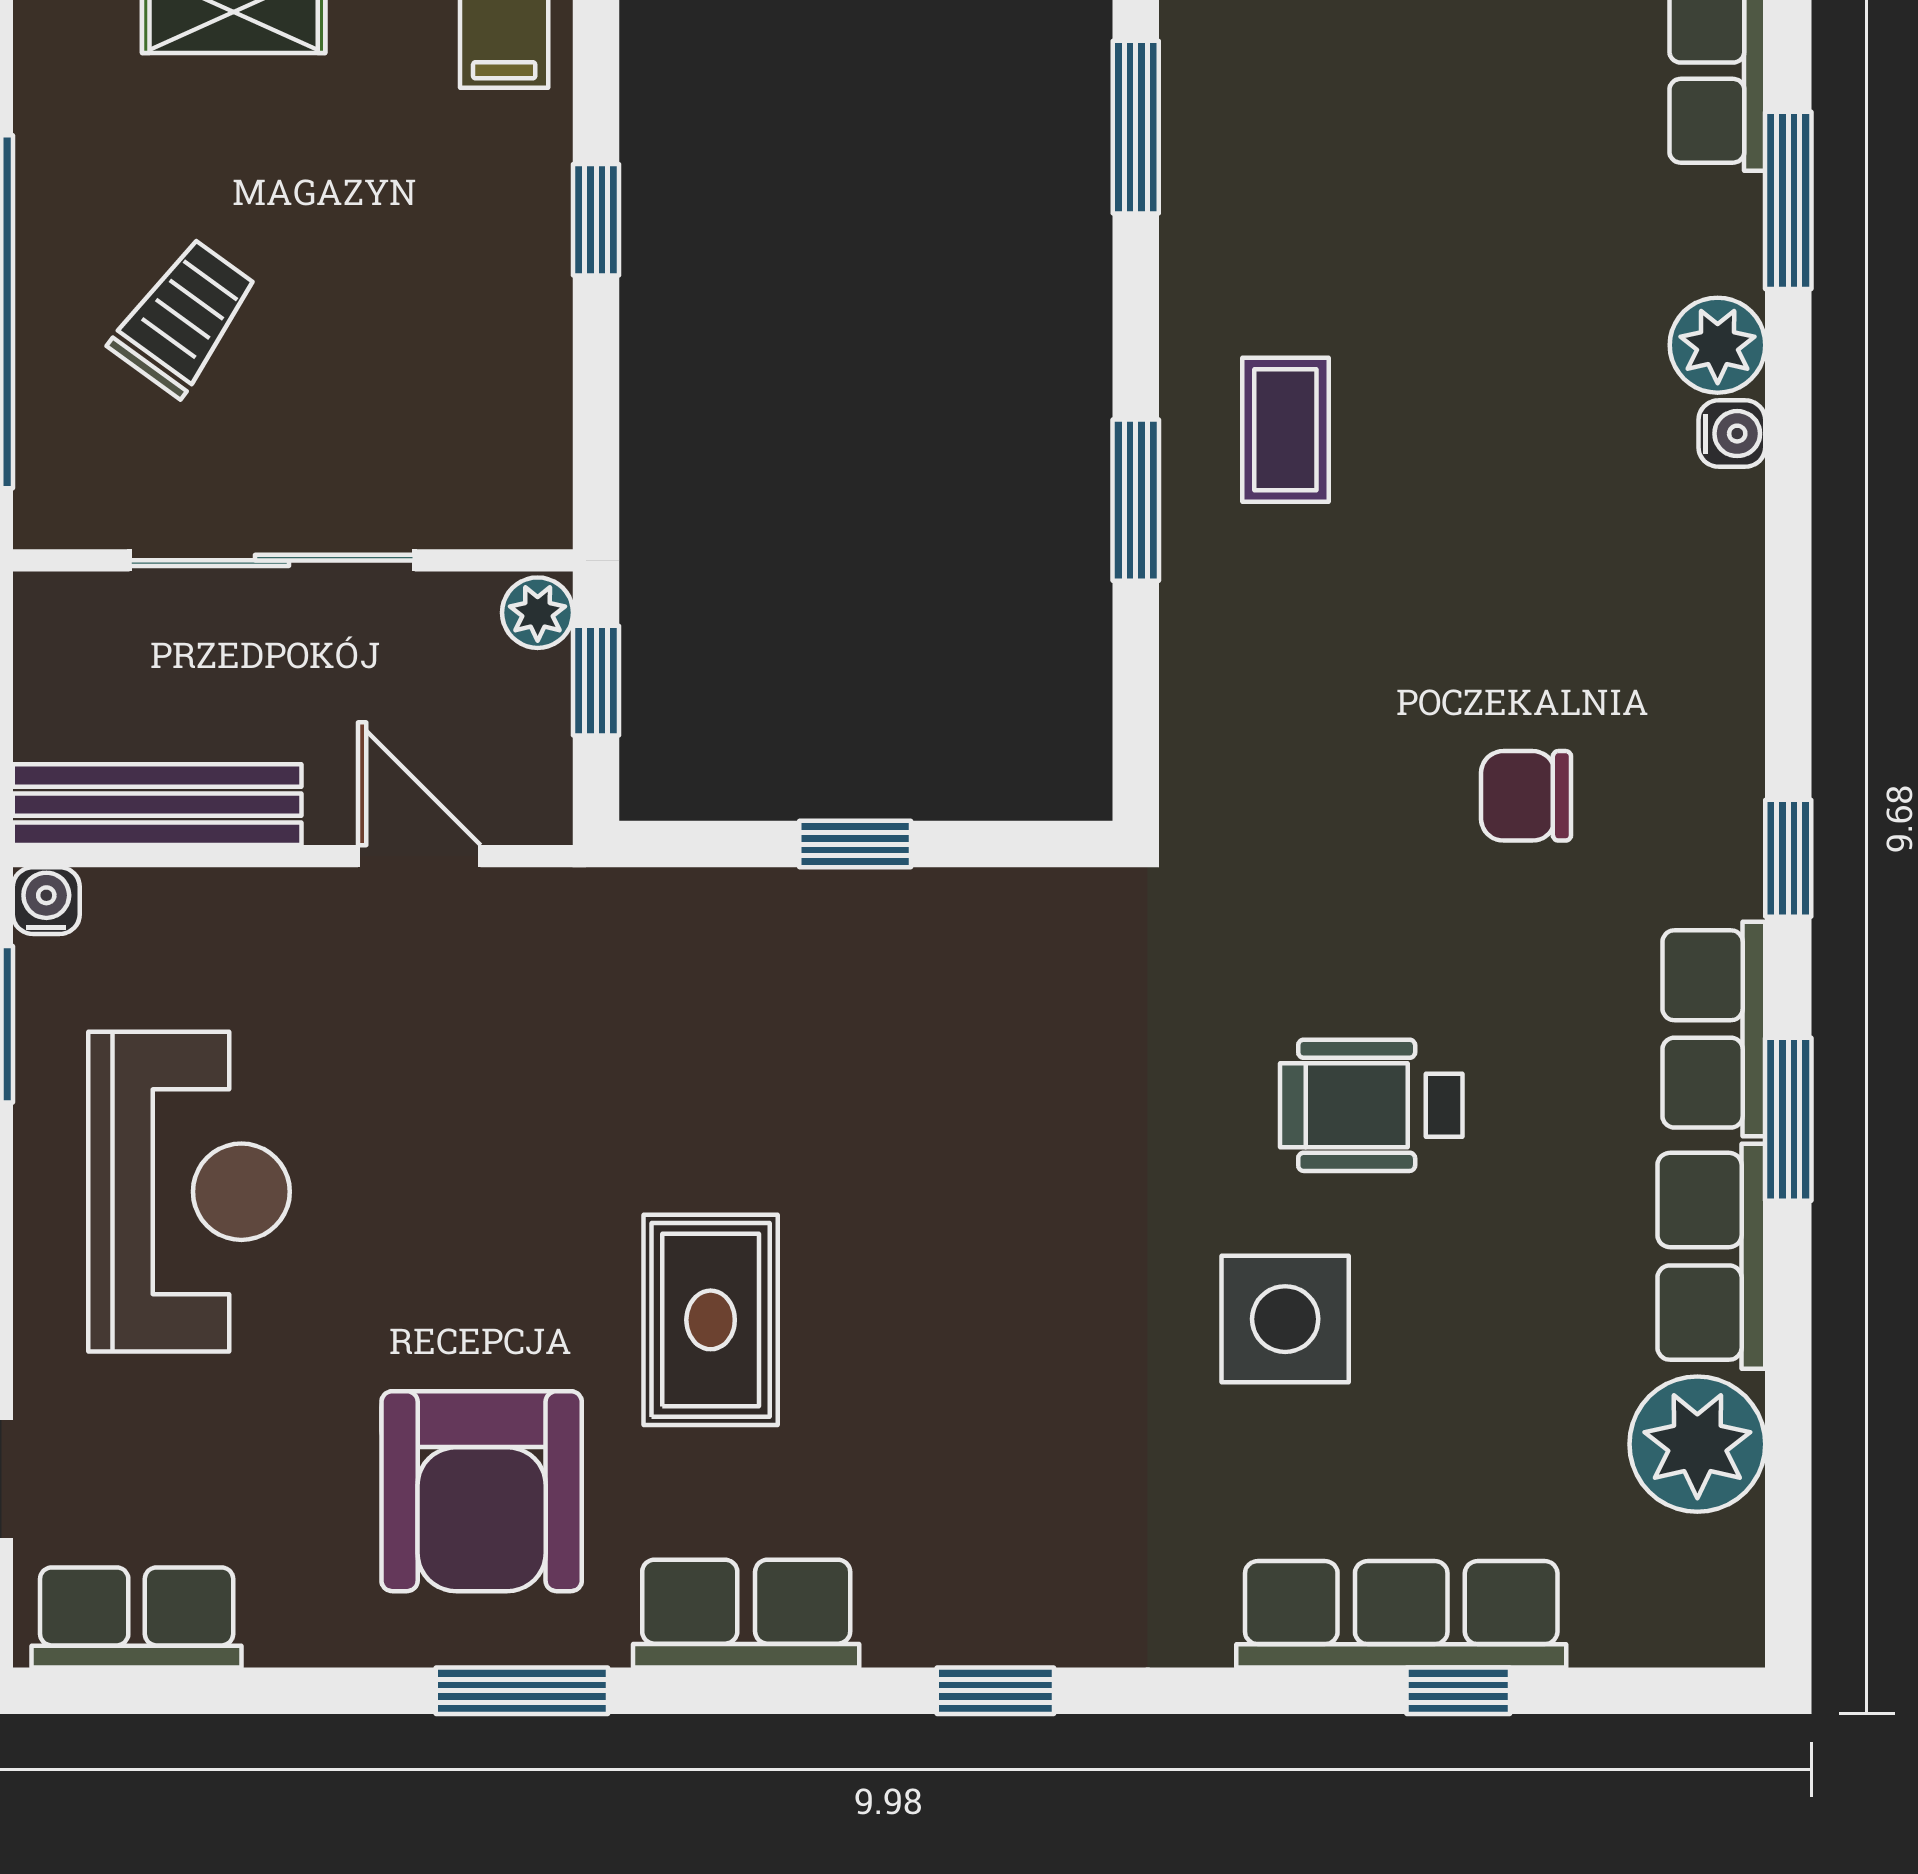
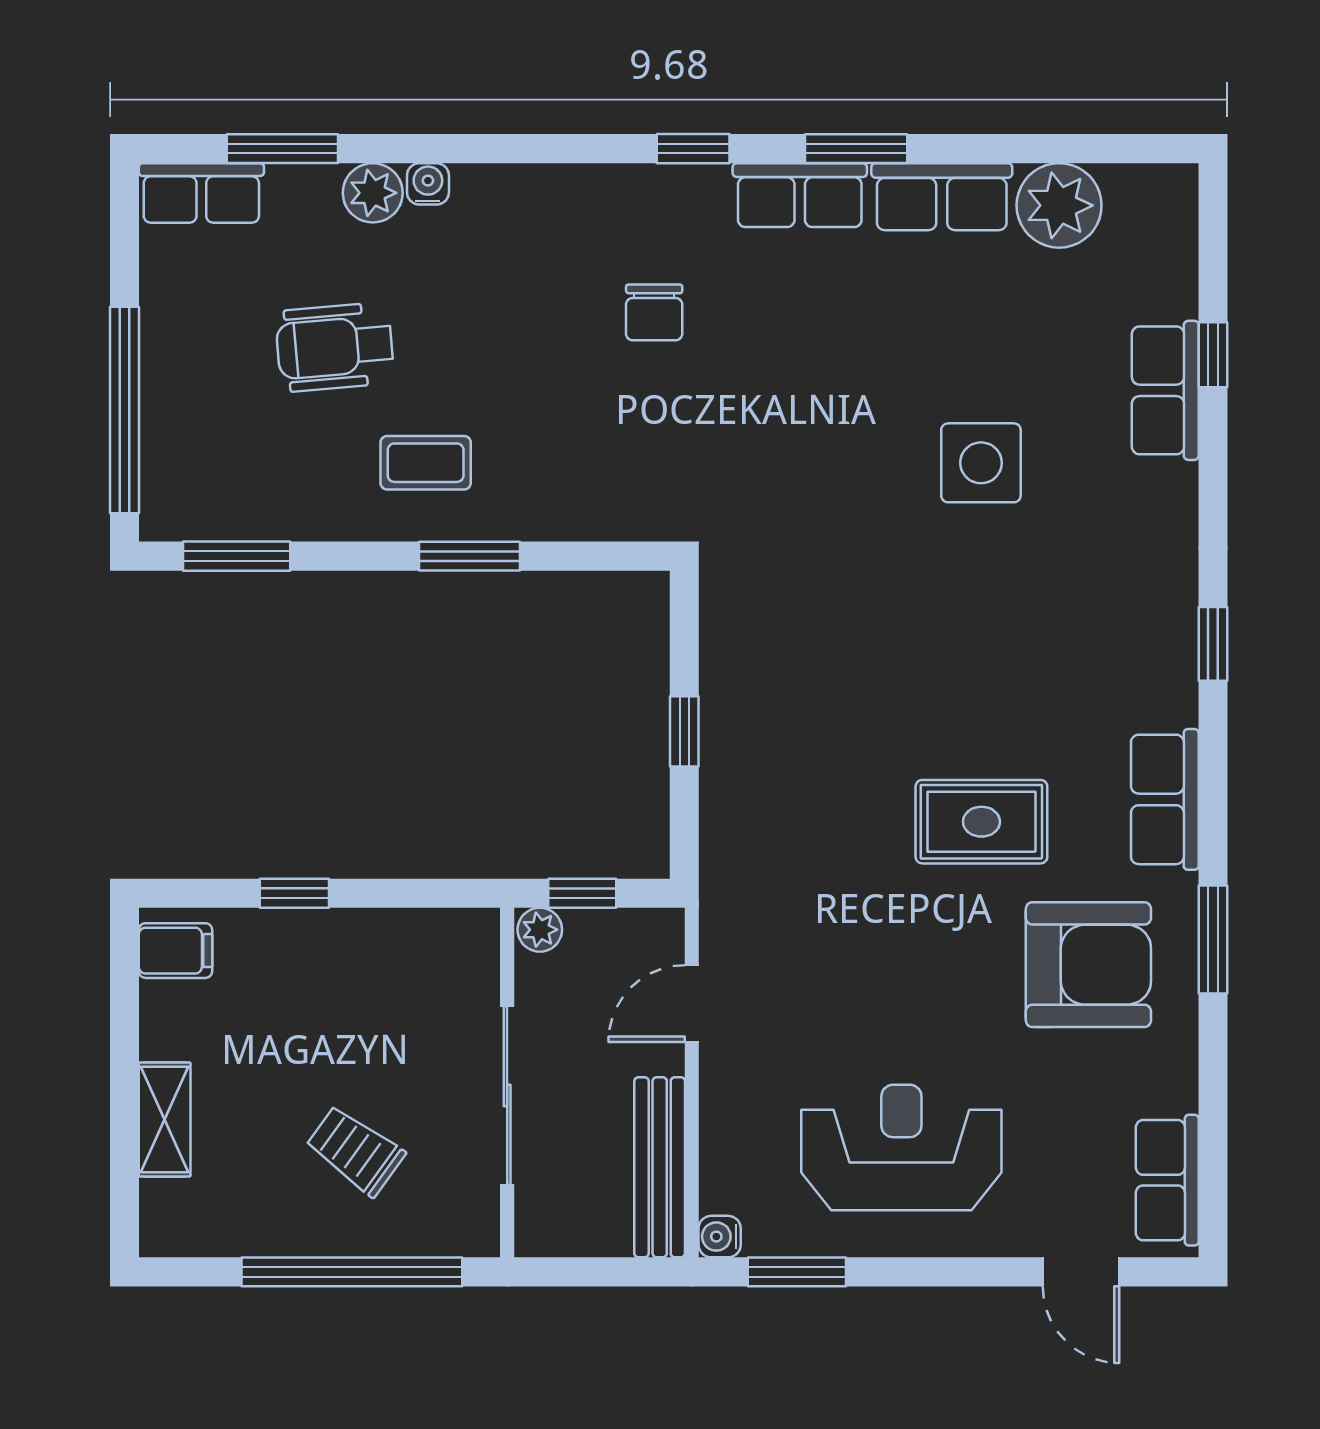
wheelchair: (1371, 1105) -> (335, 347), moved, turned 85
row of seats: (1401, 1614) -> (1165, 390), width x0.68

